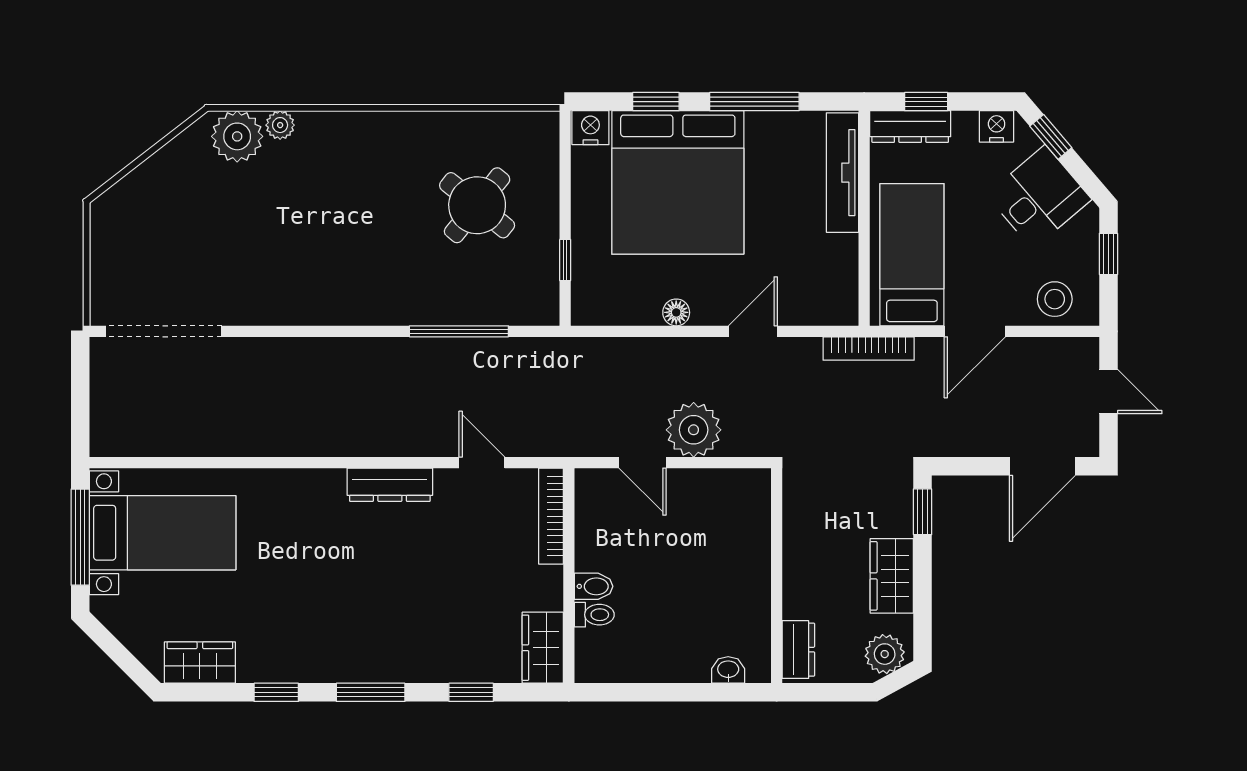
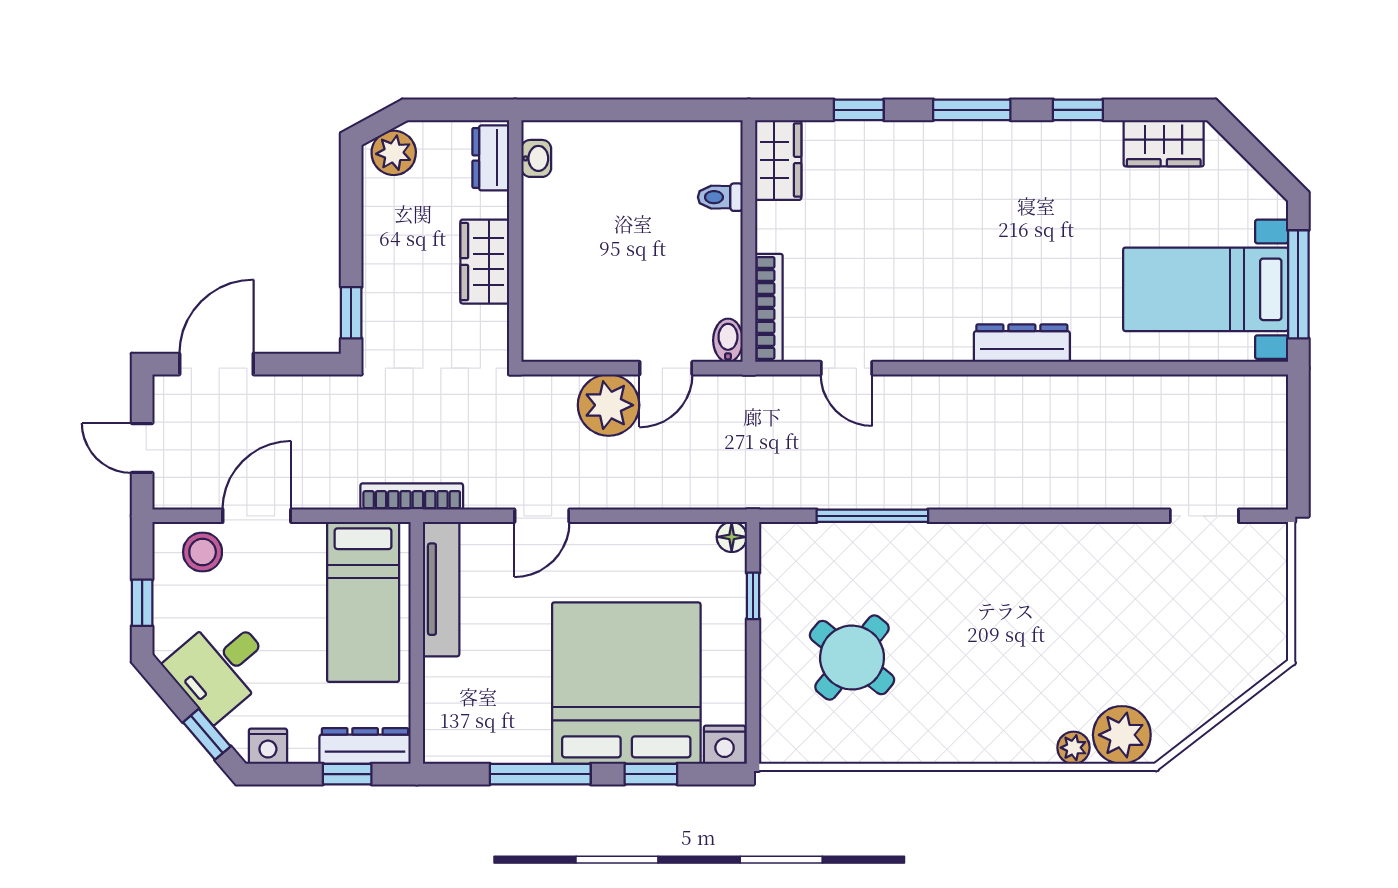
tv unit: (843, 173) -> (441, 589), moved
floor lamp: (676, 312) -> (732, 537), moved
doorway: (164, 331) -> (1204, 516), width x0.53
door: (975, 331) -> (257, 516), moved
door: (643, 463) -> (666, 368), swing flipped
dresser: (390, 485) -> (1022, 343), moved
wardrobe: (892, 576) -> (485, 262), moved, turned 180
bidet: (594, 586) -> (728, 340), moved, turned 90
washbasin: (728, 670) -> (536, 158), moved, turned -90

